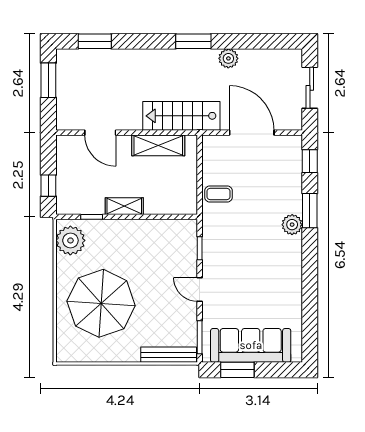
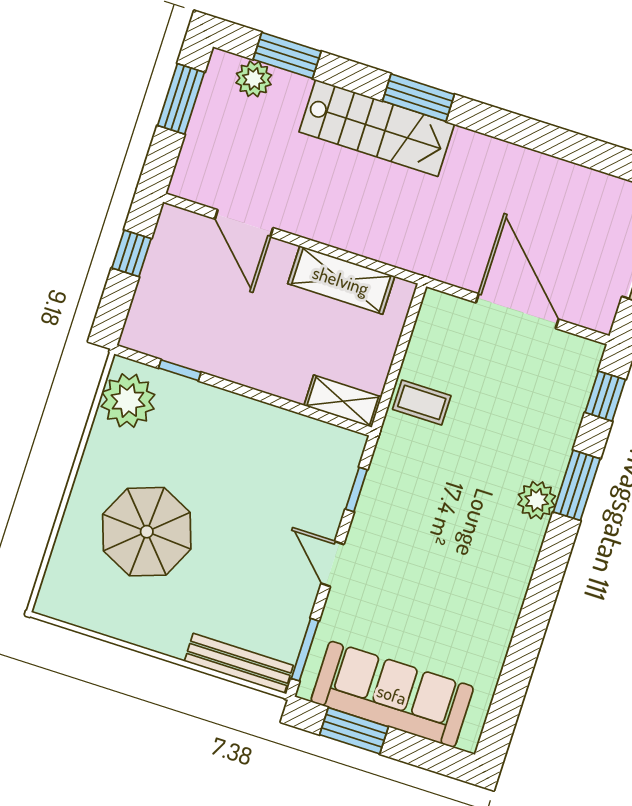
window: (193, 41) -> (419, 98), moved
plant: (228, 58) -> (254, 79), moved
stairs: (181, 116) -> (377, 128), moved, turned 180
window: (48, 186) -> (131, 253), moved
shelving: (124, 206) -> (343, 401), moved
parasol: (101, 303) -> (147, 532), width x0.73, depth x0.73

